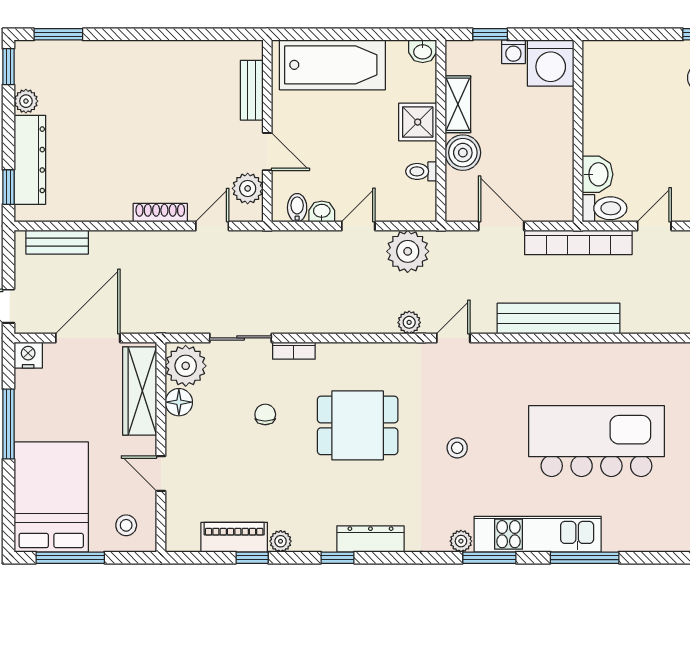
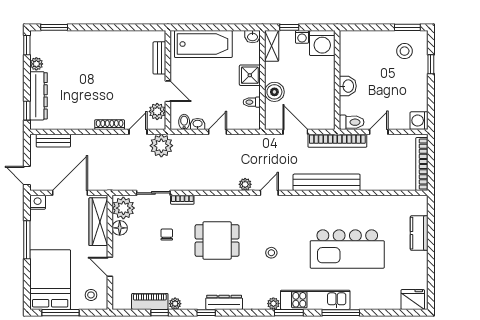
shelving: (458, 104) -> (272, 46), moved
washbasin: (598, 174) -> (348, 86), moved
plant: (408, 251) -> (161, 146), moved
kitchen island: (596, 441) -> (347, 249), turned 180

